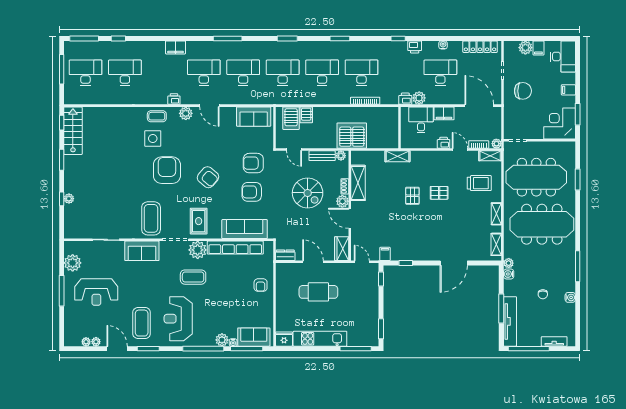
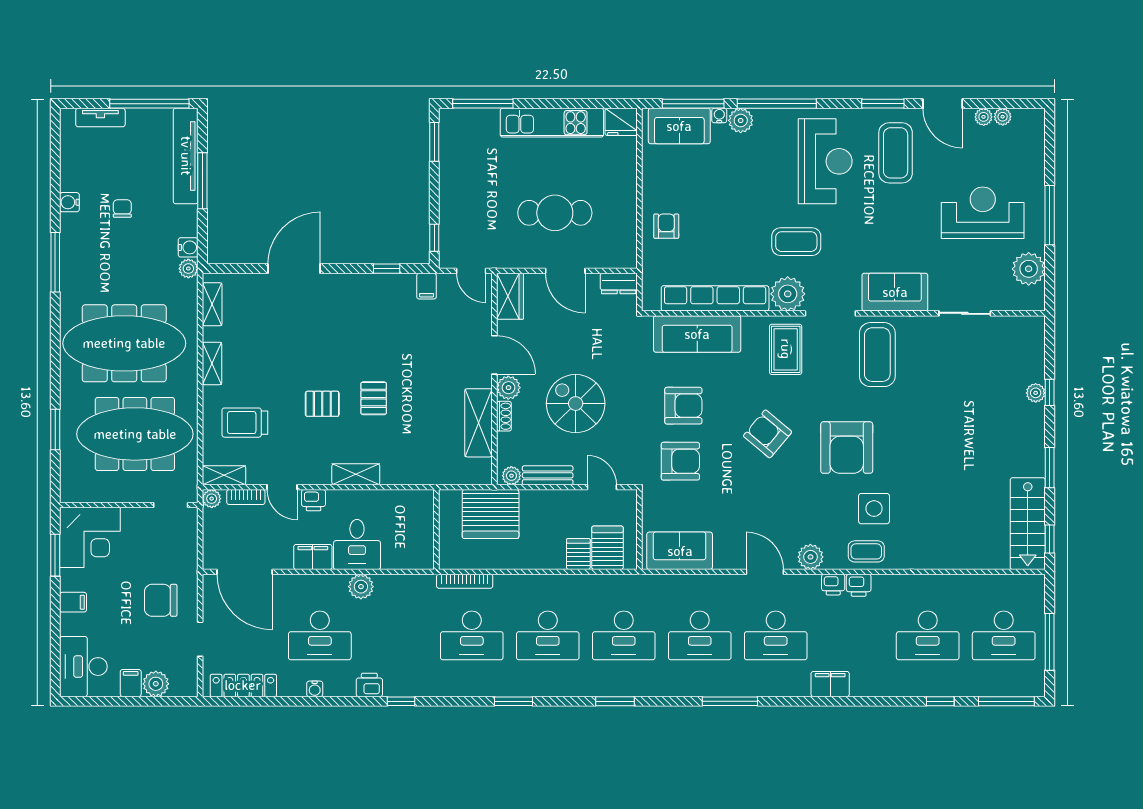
printer: (405, 99) -> (859, 585), moved
wall: (399, 128) -> (436, 530), moved
shelving: (397, 156) -> (356, 474), moved

